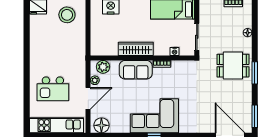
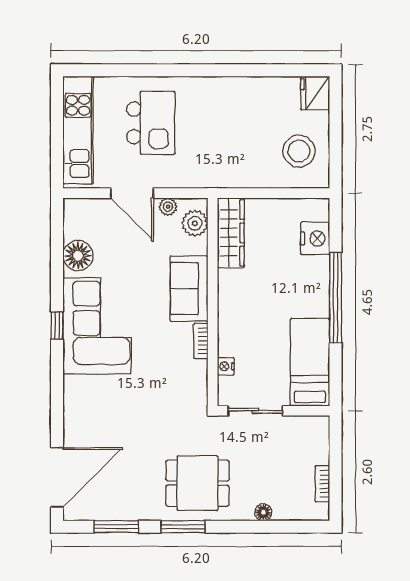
wardrobe: (136, 49) -> (231, 233), moved
dining table: (233, 66) -> (197, 483), turned 90
kitchen island: (53, 89) -> (151, 123), turned 180
window: (255, 116) -> (116, 527), moved
floor lamp: (101, 125) -> (78, 256), moved

